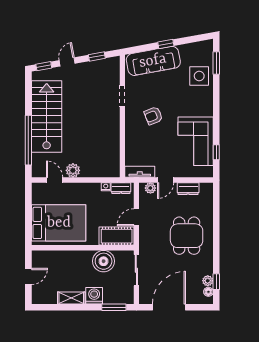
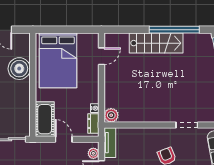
stairs: (47, 117) -> (156, 43), width x0.73, depth x0.66
window: (28, 140) -> (174, 30), moved
plant: (73, 170) -> (111, 115), moved
boiler: (104, 261) -> (19, 69), moved

